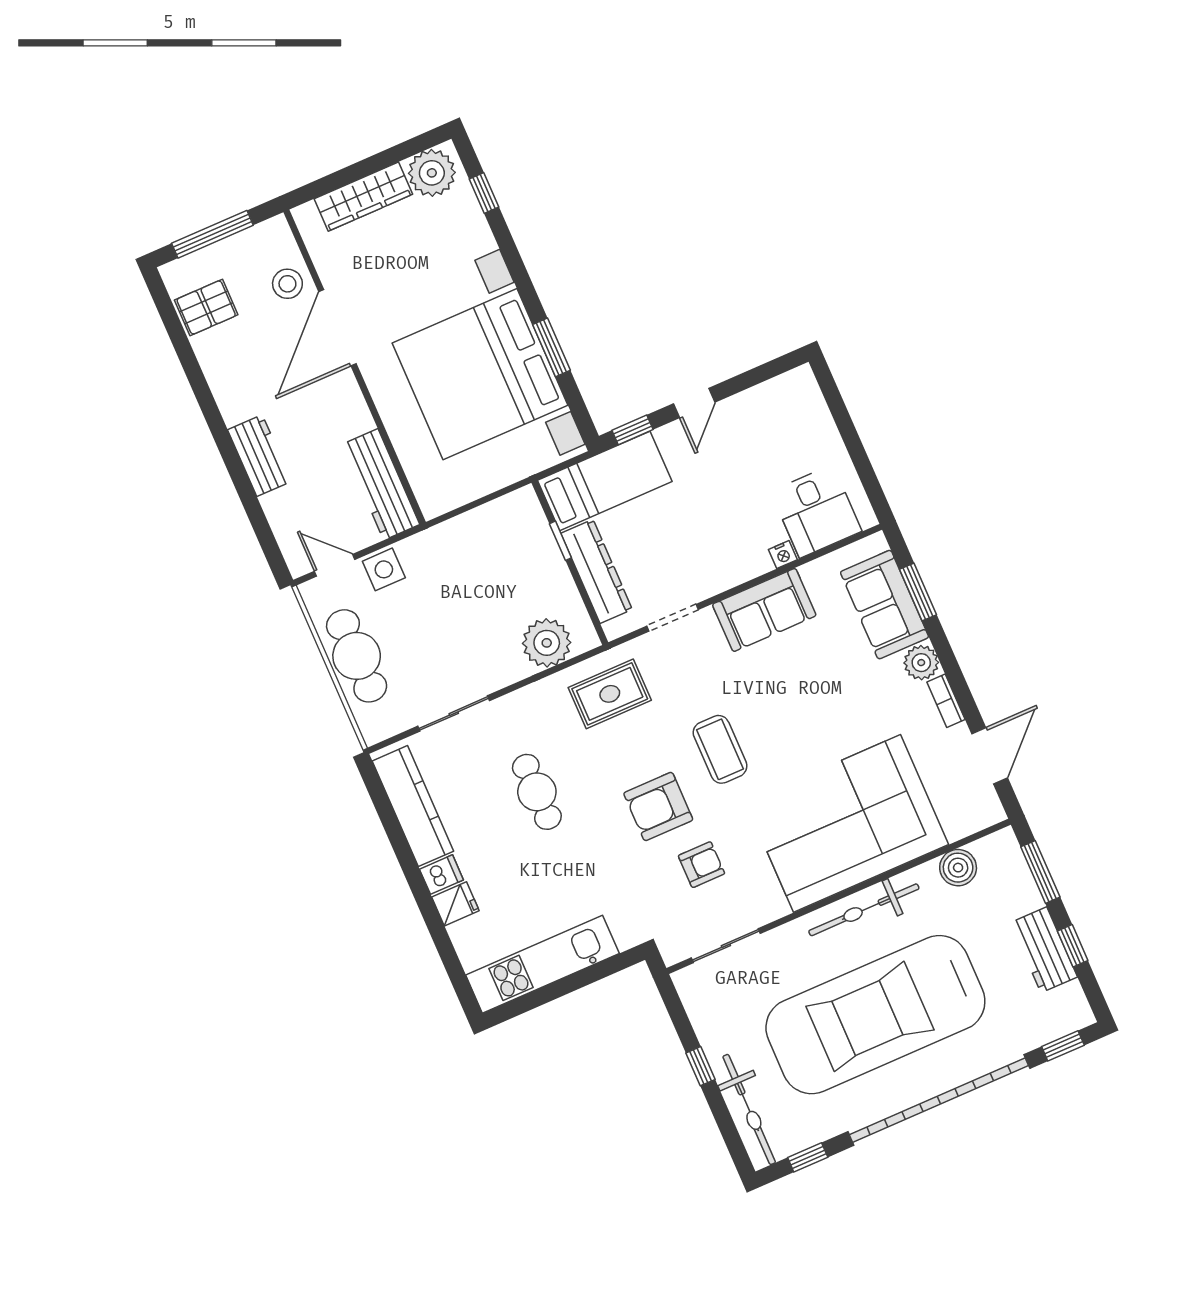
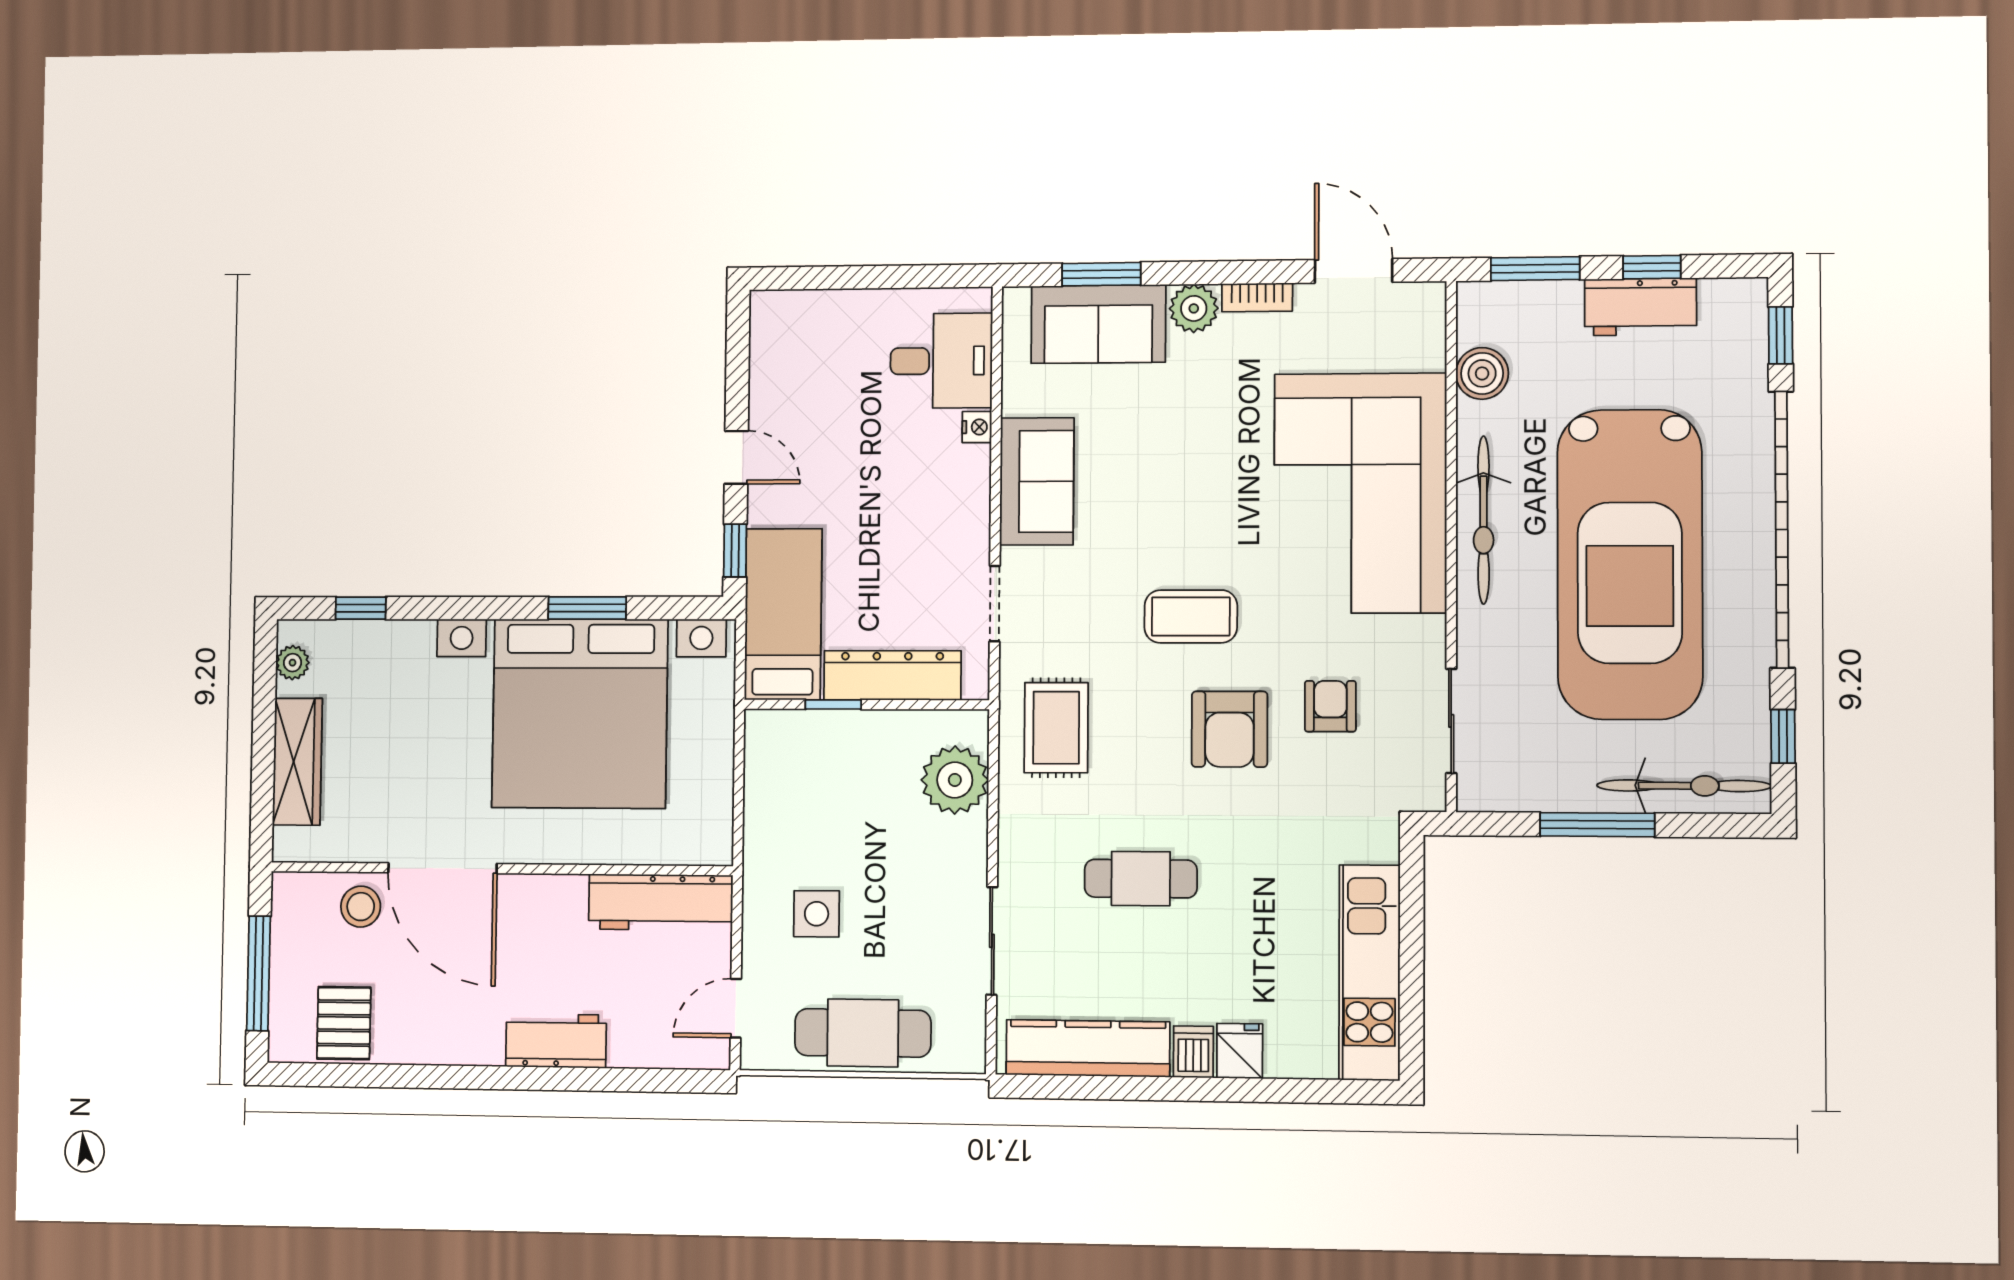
plant: (432, 173) -> (293, 663), width x0.53, depth x0.53
side table: (384, 569) -> (817, 914), moved
window: (700, 1066) -> (1597, 825), width x2.17

